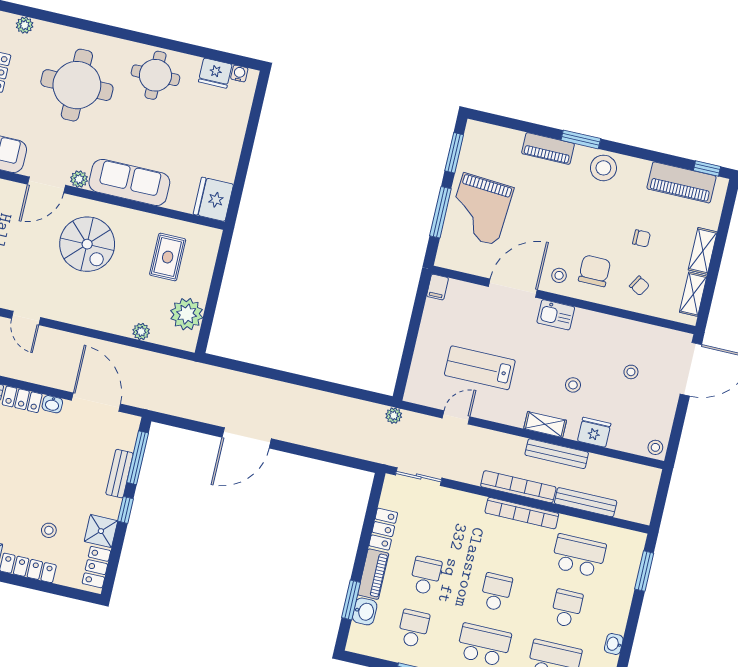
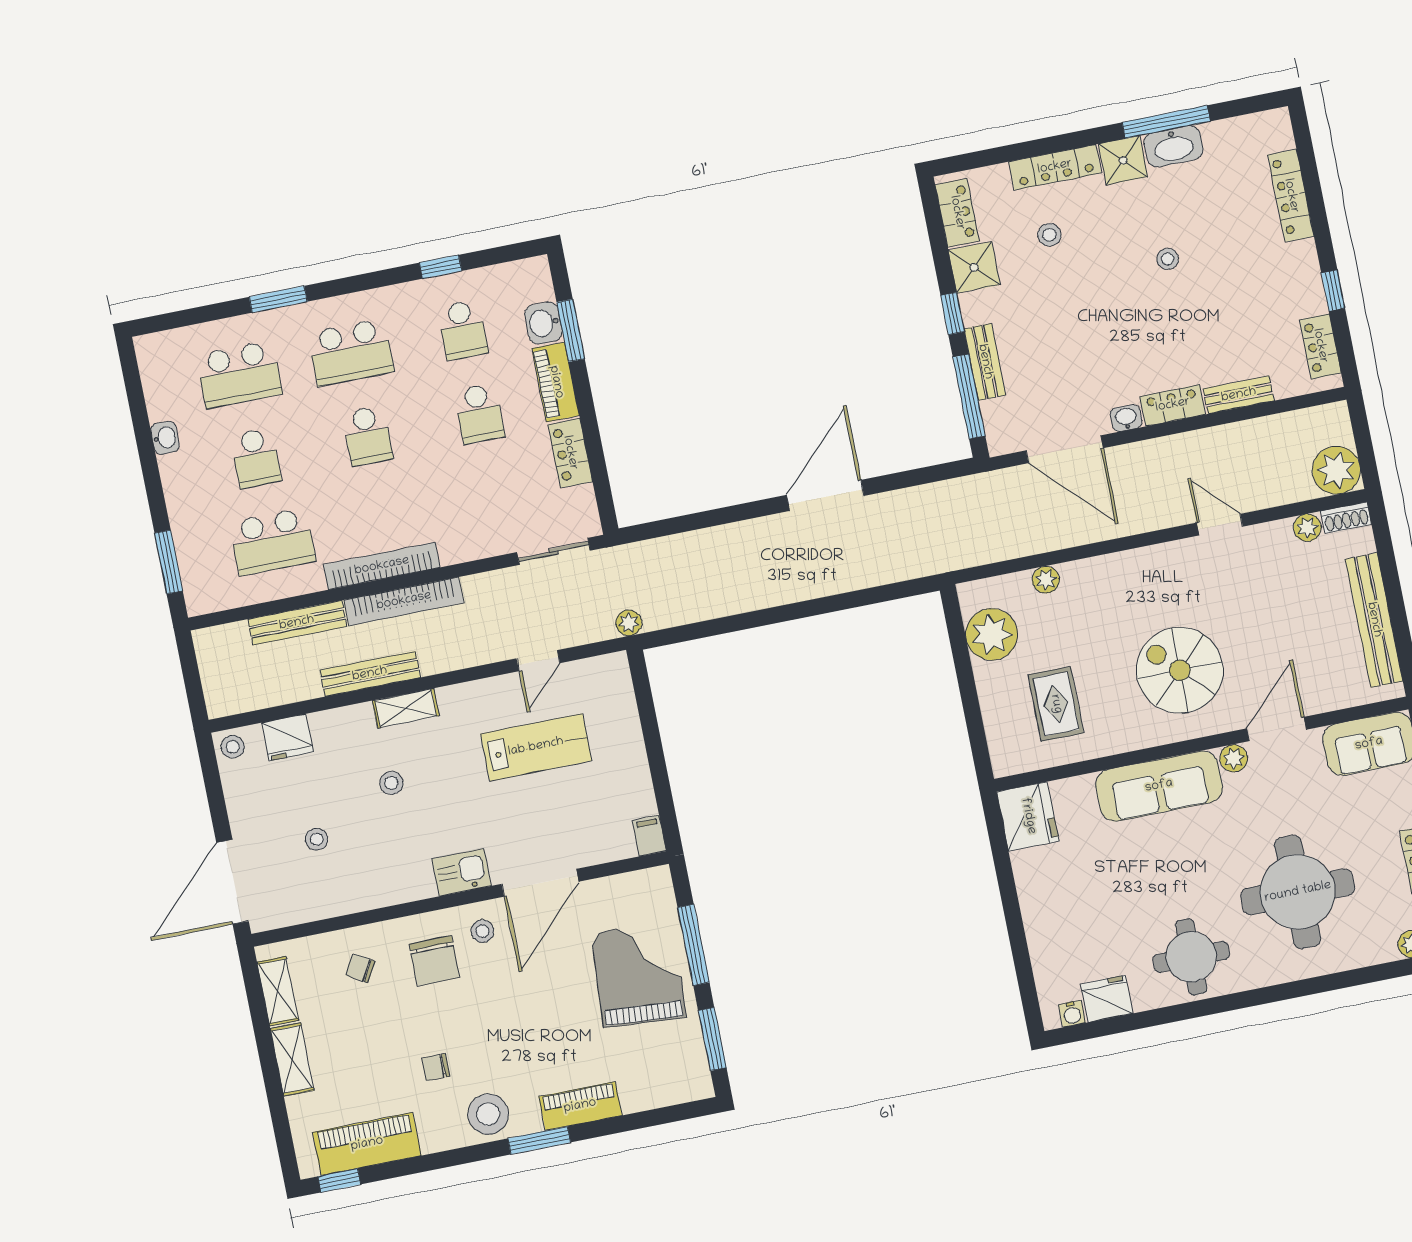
chair: (642, 238) -> (436, 1067), moved
fridge: (594, 432) -> (287, 737), moved

